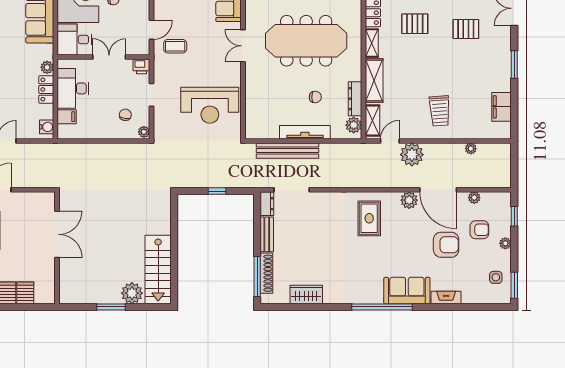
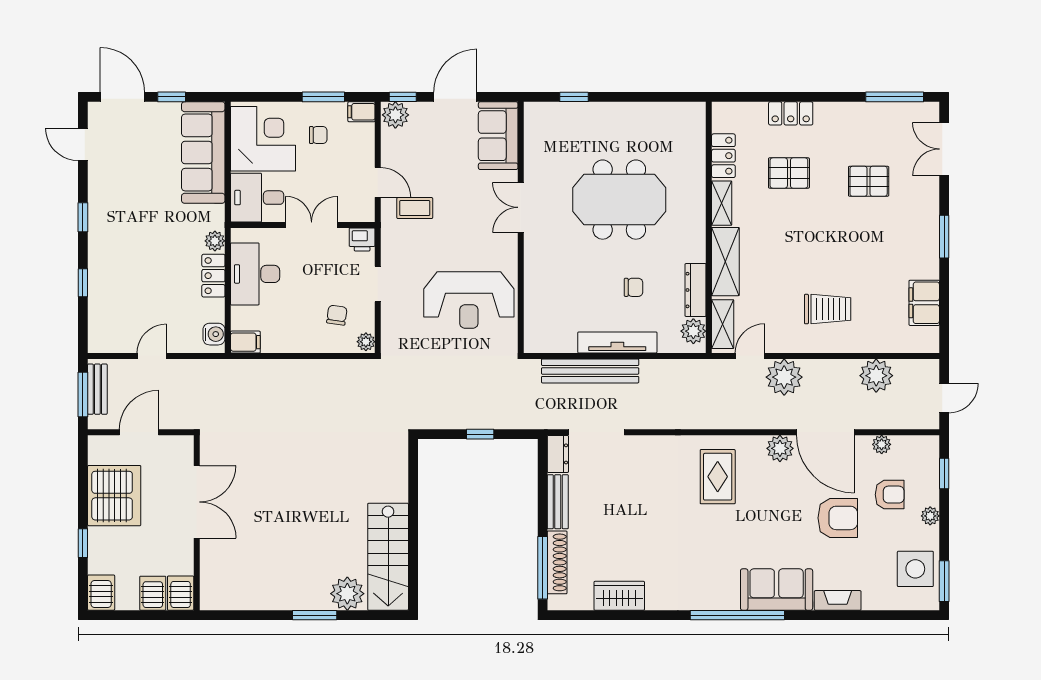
door: (152, 30) -> (378, 182), hinge flipped
meeting table: (306, 41) -> (619, 200), width x0.73
trolley: (440, 111) -> (828, 309), turned -86
filing cabinet: (67, 117) -> (245, 342), moved
plant: (471, 149) -> (876, 376), width x1.87, depth x1.87
door: (514, 168) -> (944, 398), added
double door: (57, 234) -> (197, 502), moved
wall: (57, 248) -> (197, 523), moved
side table: (496, 277) -> (915, 569), width x1.87, depth x1.87

